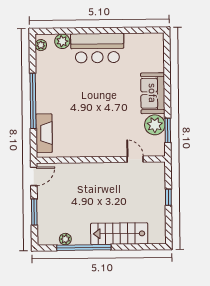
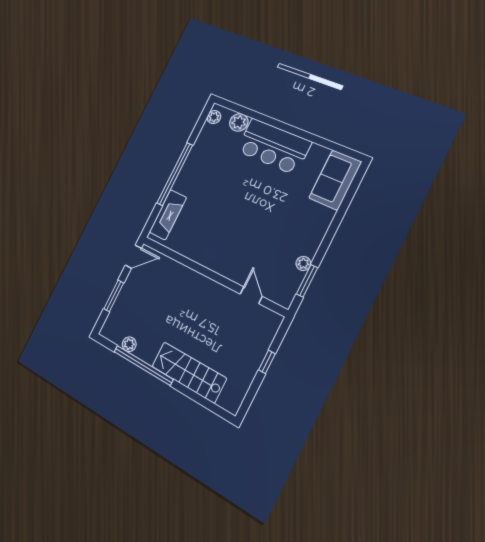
sofa: (153, 93) -> (335, 180), moved
plant: (155, 125) -> (303, 263), width x0.53, depth x0.53

